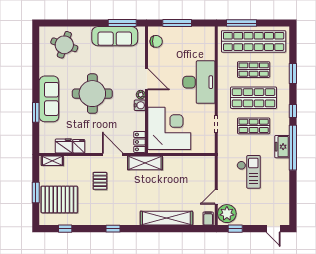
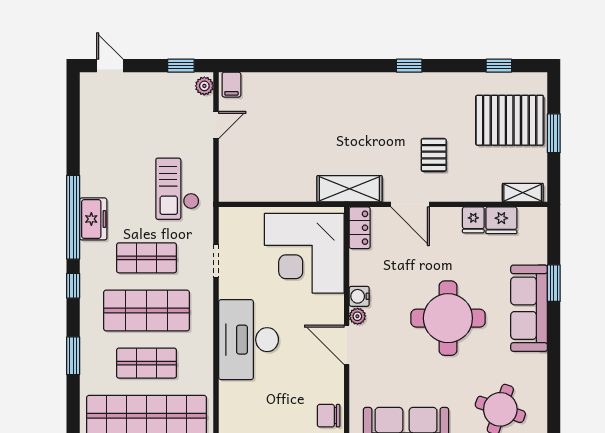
checkout: (249, 172) -> (177, 189), moved
plant: (227, 214) -> (204, 86), width x0.53, depth x0.53
shelving: (166, 218) -> (309, 85), removed

